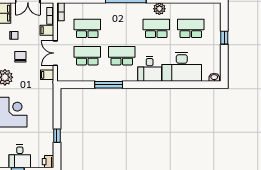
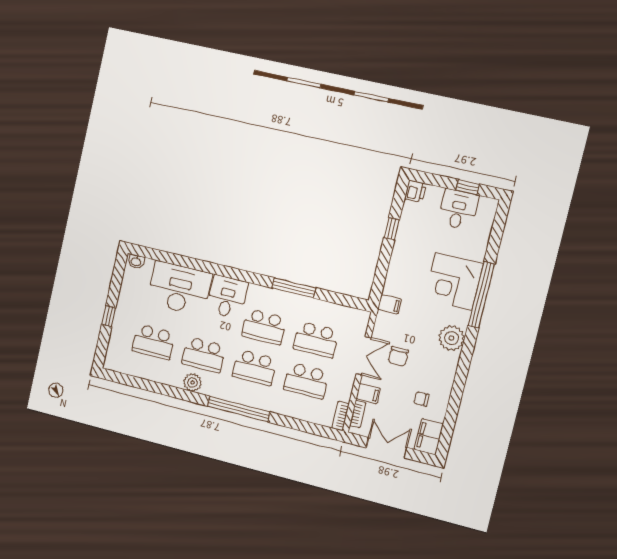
school desk: (122, 28) -> (255, 368), added
chair: (20, 57) -> (398, 356), moved
filing cabinet: (47, 75) -> (389, 304), moved

